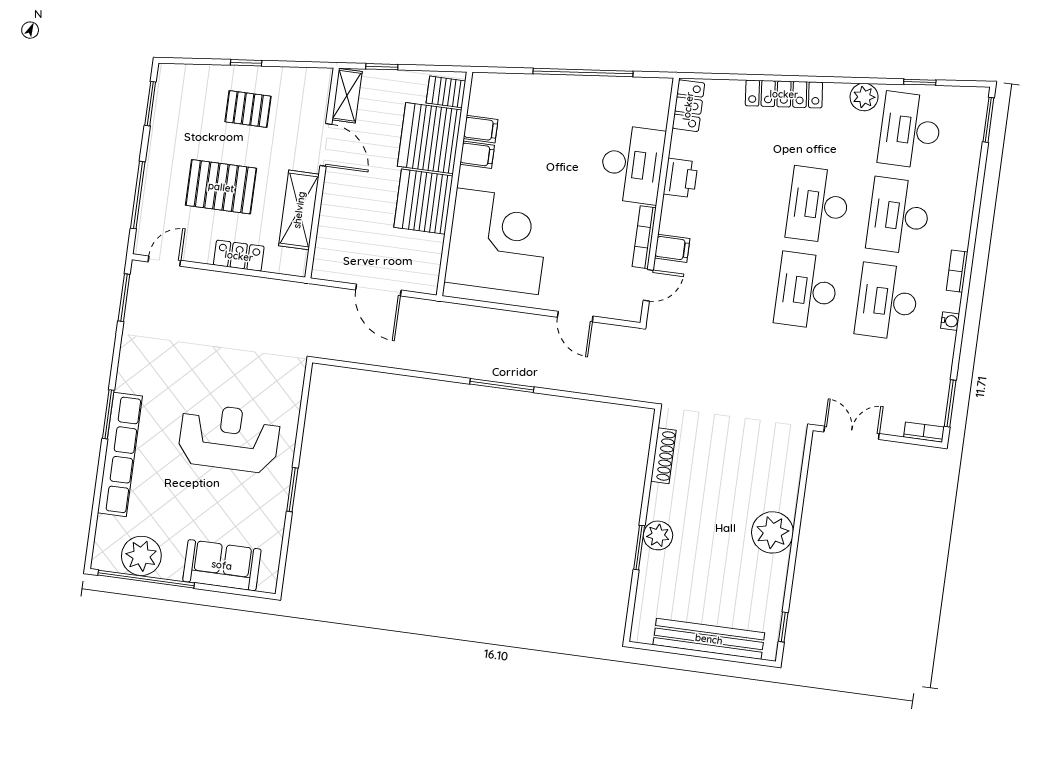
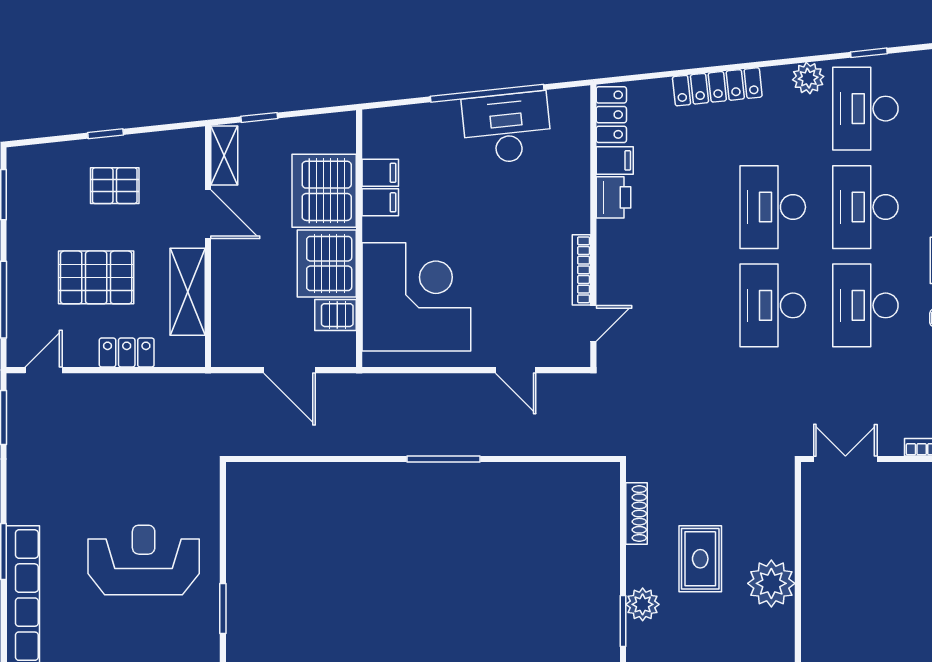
server rack: (446, 92) -> (336, 315), moved
desk: (632, 164) -> (507, 128), moved, turned -96
filing cabinet: (672, 248) -> (615, 160), moved
rug: (714, 503) -> (700, 559), added

